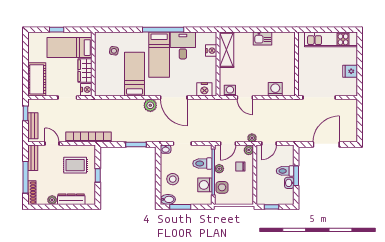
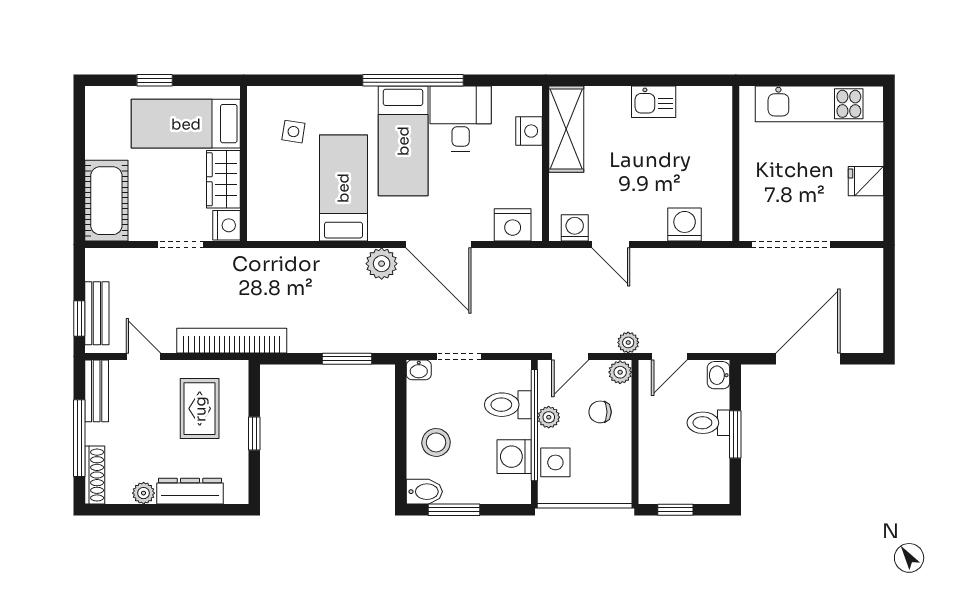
window: (25, 113) -> (79, 319), moved
rug: (75, 165) -> (200, 409), turned 90
washbasin: (289, 183) -> (718, 375), moved

